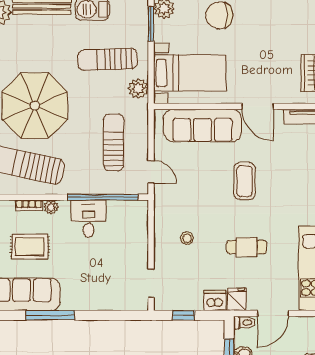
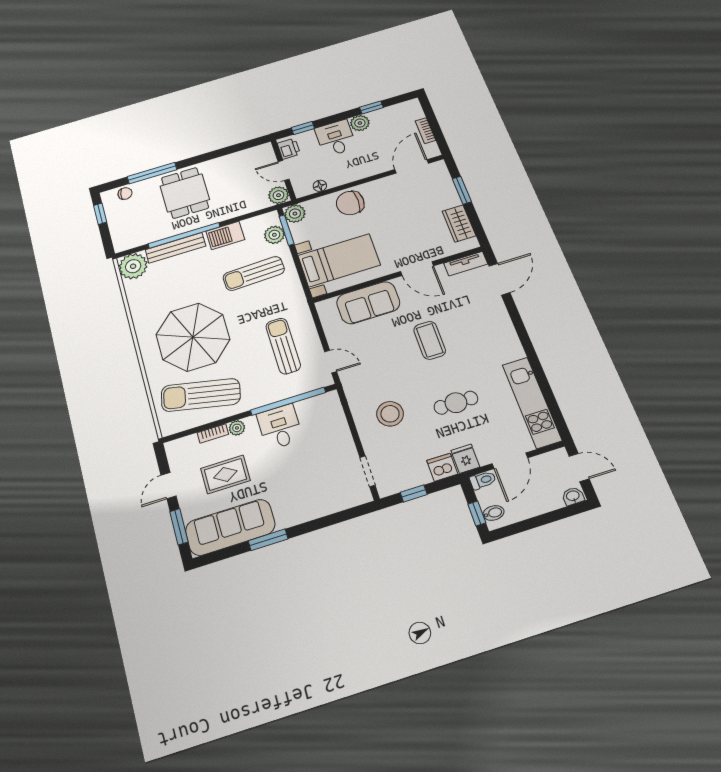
plant: (138, 89) -> (274, 235), moved
sofa: (203, 125) -> (368, 303), width x0.73
stool: (187, 238) -> (390, 414), width x1.89, depth x1.89
window: (50, 315) -> (268, 540), width x0.69

